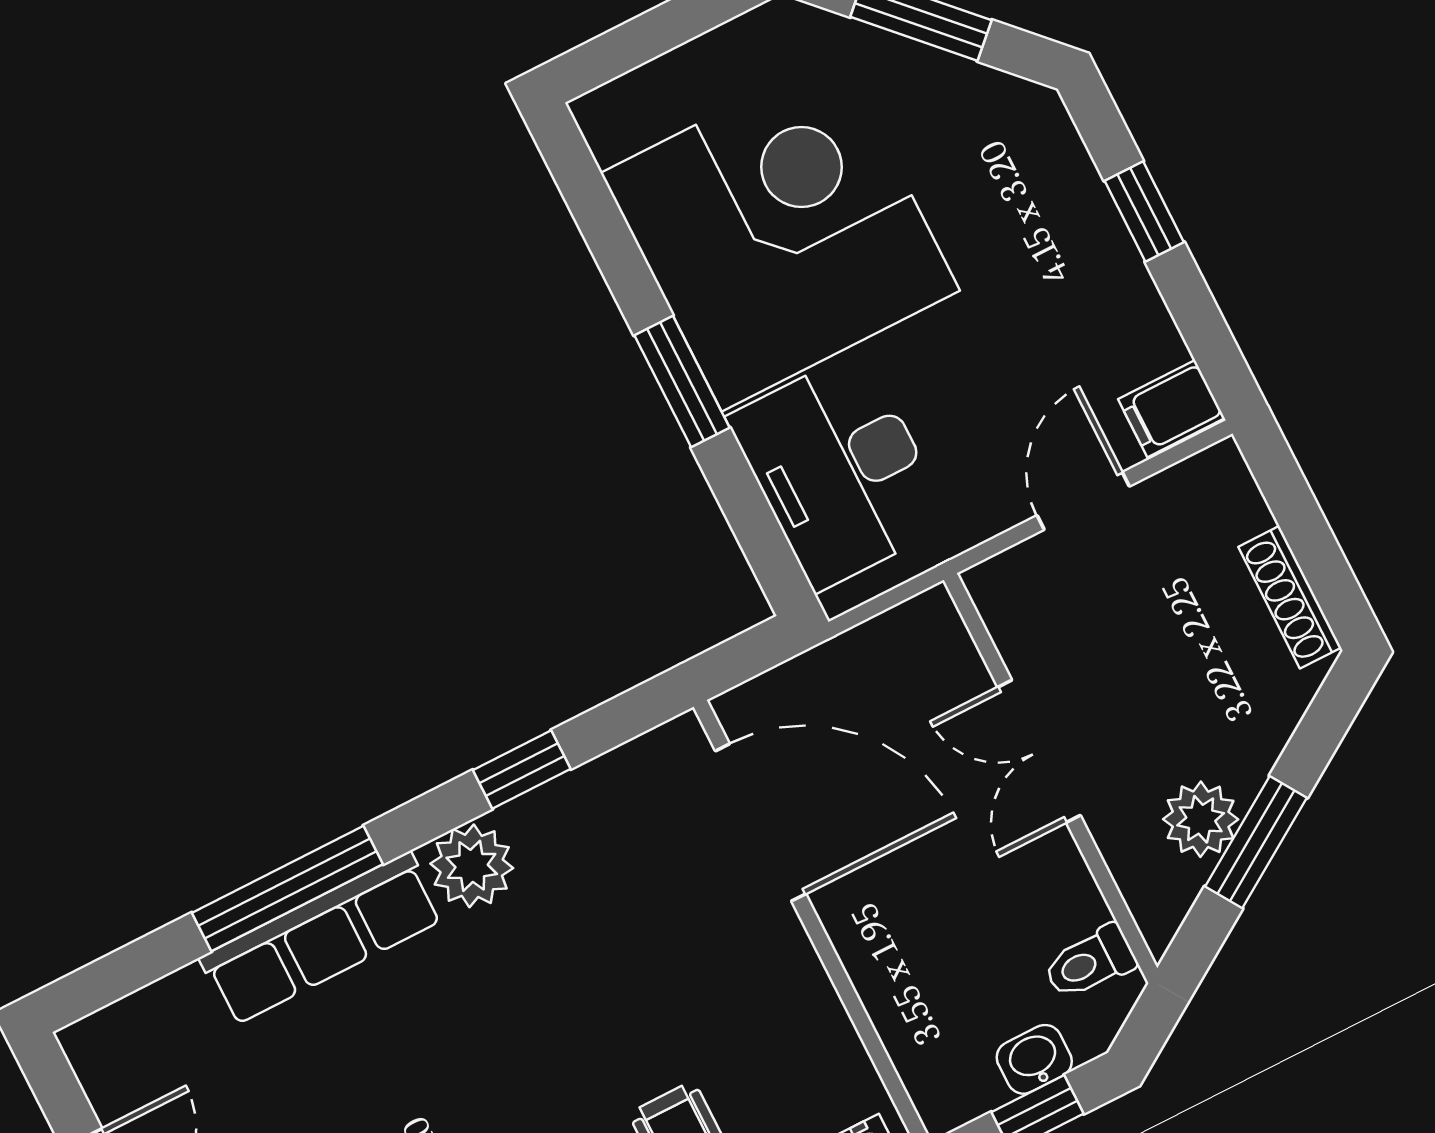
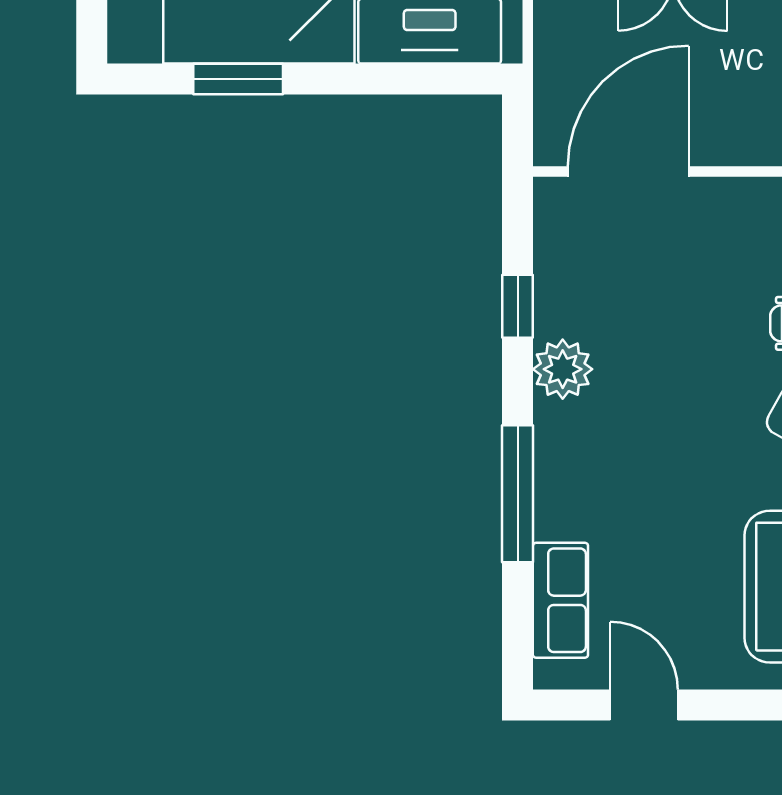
window: (682, 382) -> (238, 79), moved
row of seats: (322, 939) -> (560, 600), moved, width x0.68

